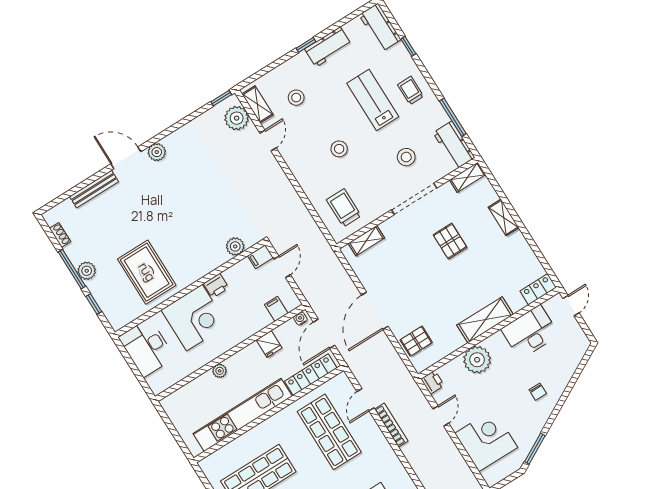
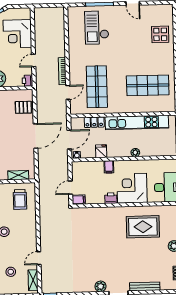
plant: (237, 118) -> (48, 279), removed
plant: (235, 246) -> (89, 213), removed
rug: (147, 272) -> (143, 227), turned 90
filing cabinet: (276, 309) -> (109, 167), moved
locker: (311, 375) -> (94, 122), width x0.66

